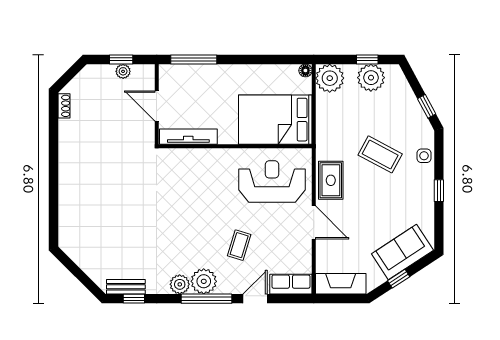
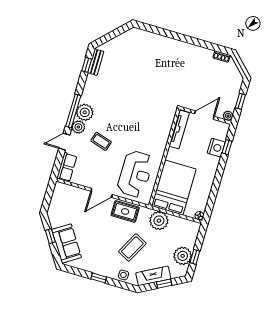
window: (194, 59) -> (227, 147), width x0.46
plant: (123, 71) -> (228, 116), moved
nightstand: (199, 75) -> (216, 148), added
plant: (330, 78) -> (159, 221), moved
window: (427, 106) -> (164, 284), moved
plant: (180, 284) -> (78, 127), moved
fireplace: (341, 284) -> (153, 276), moved, turned -118
door: (255, 299) -> (64, 142), swing flipped

